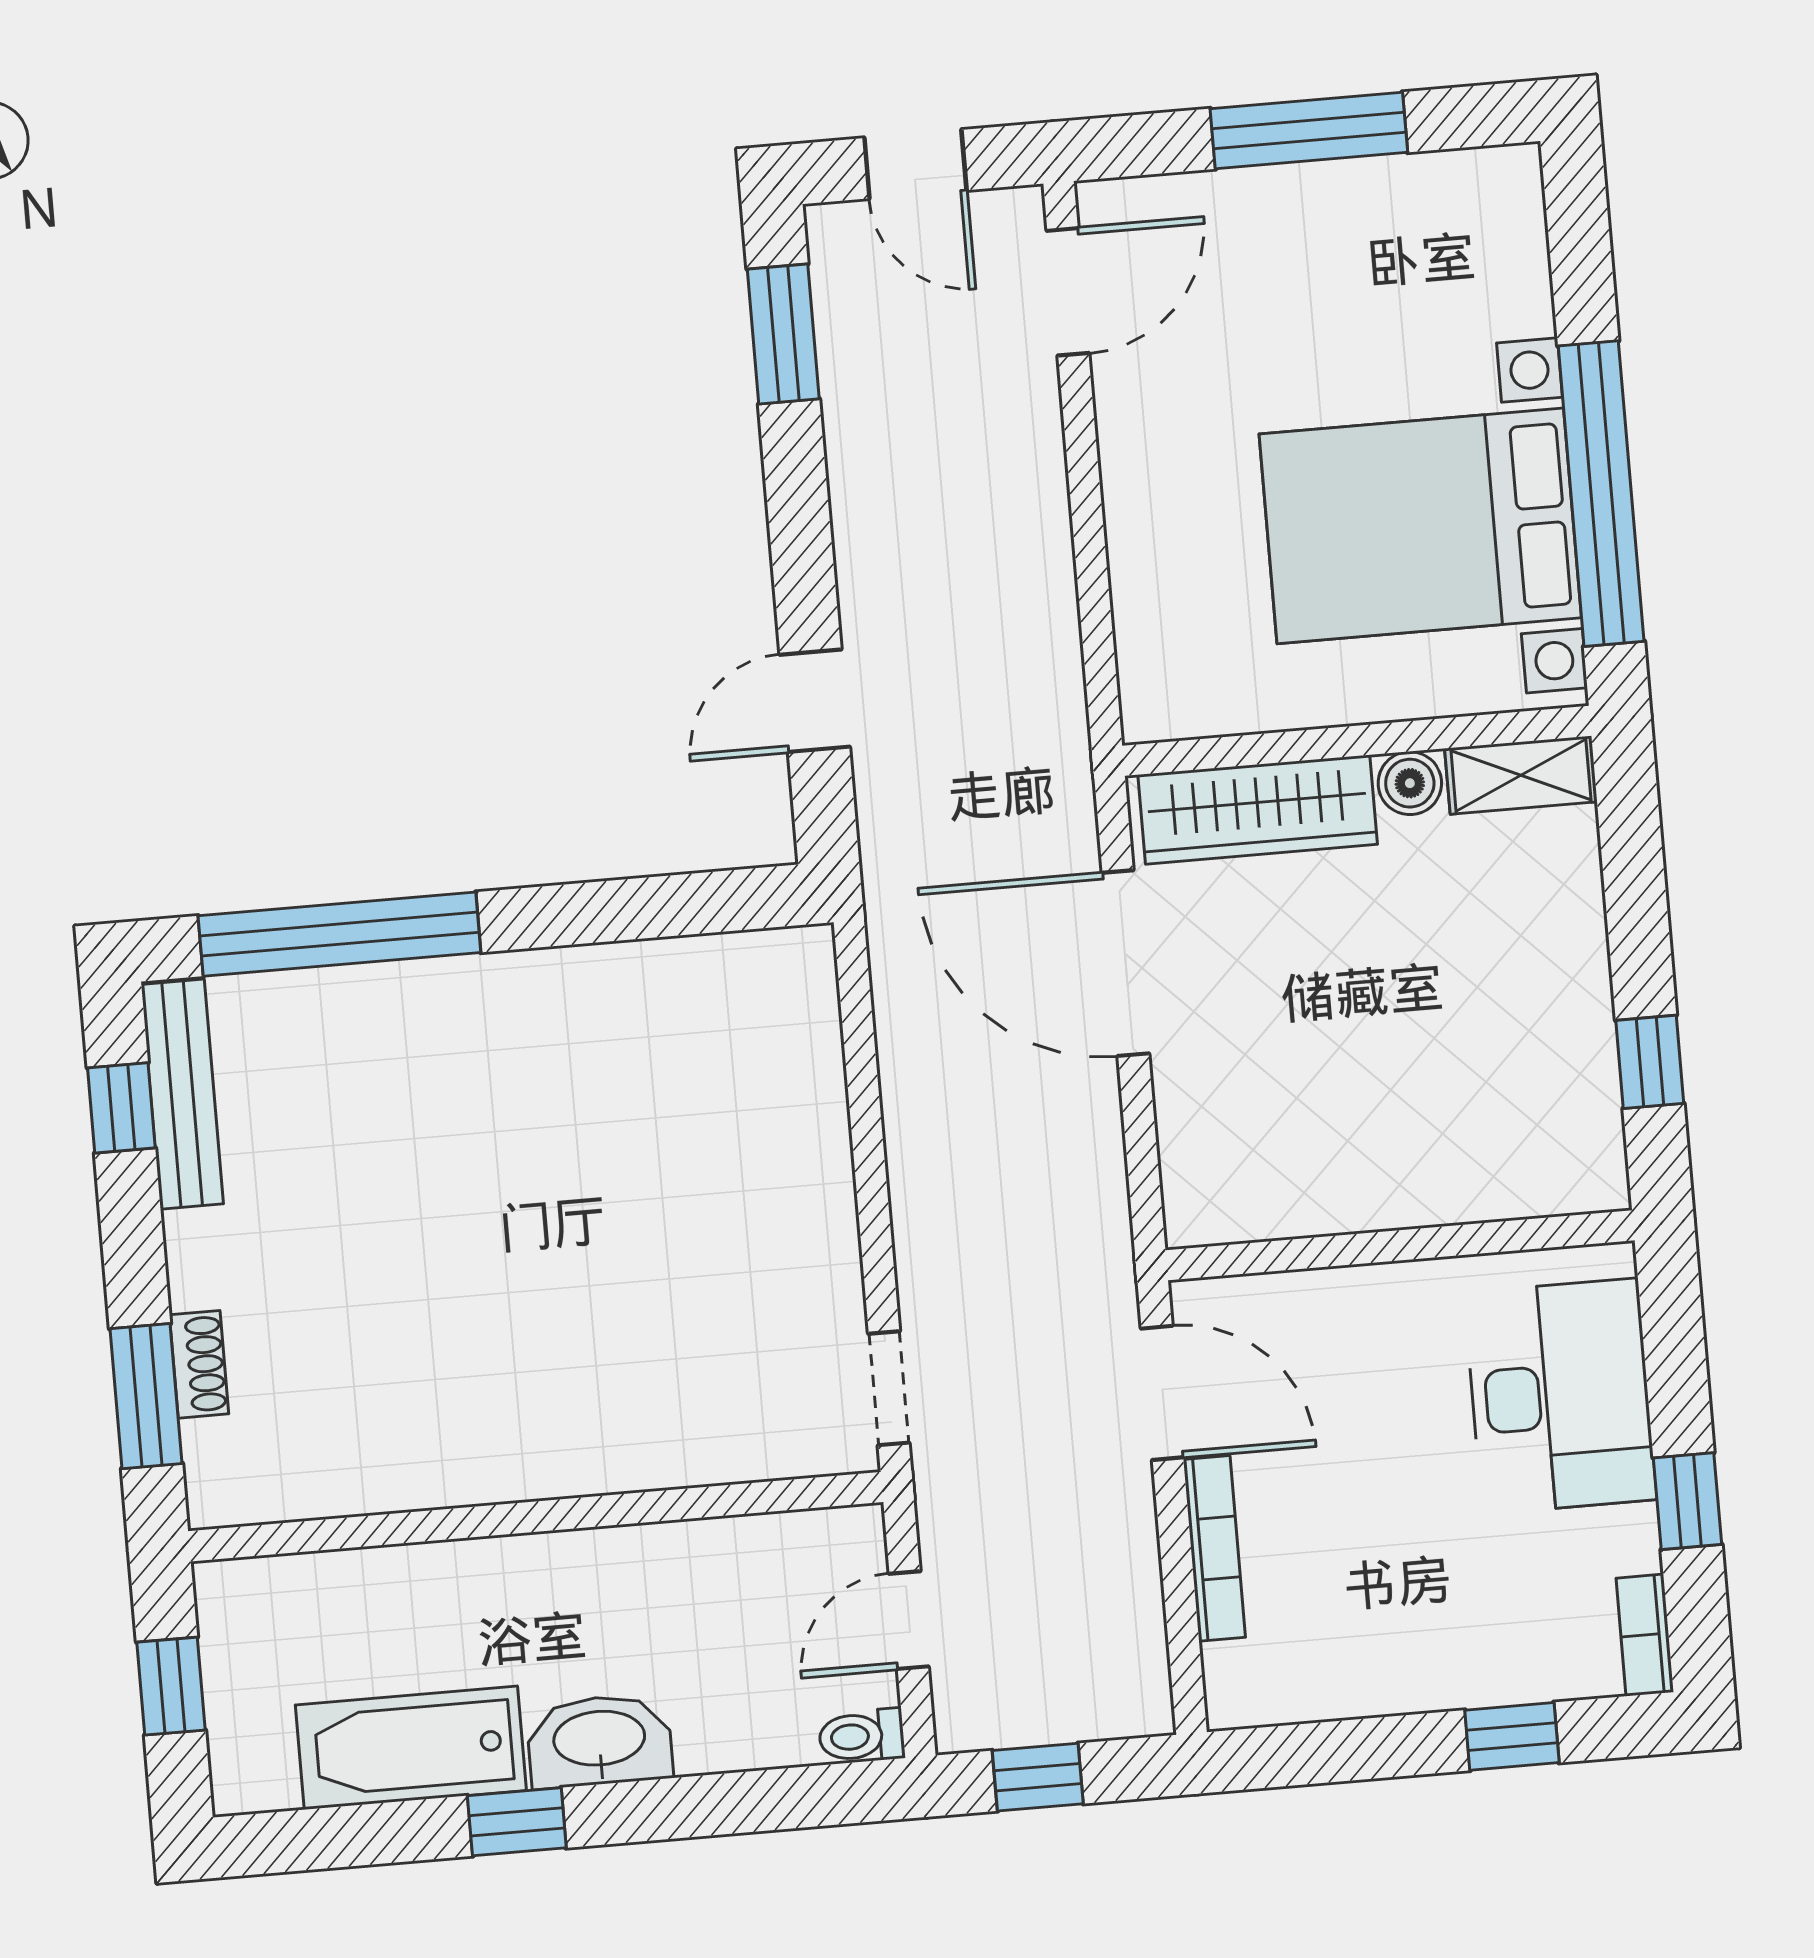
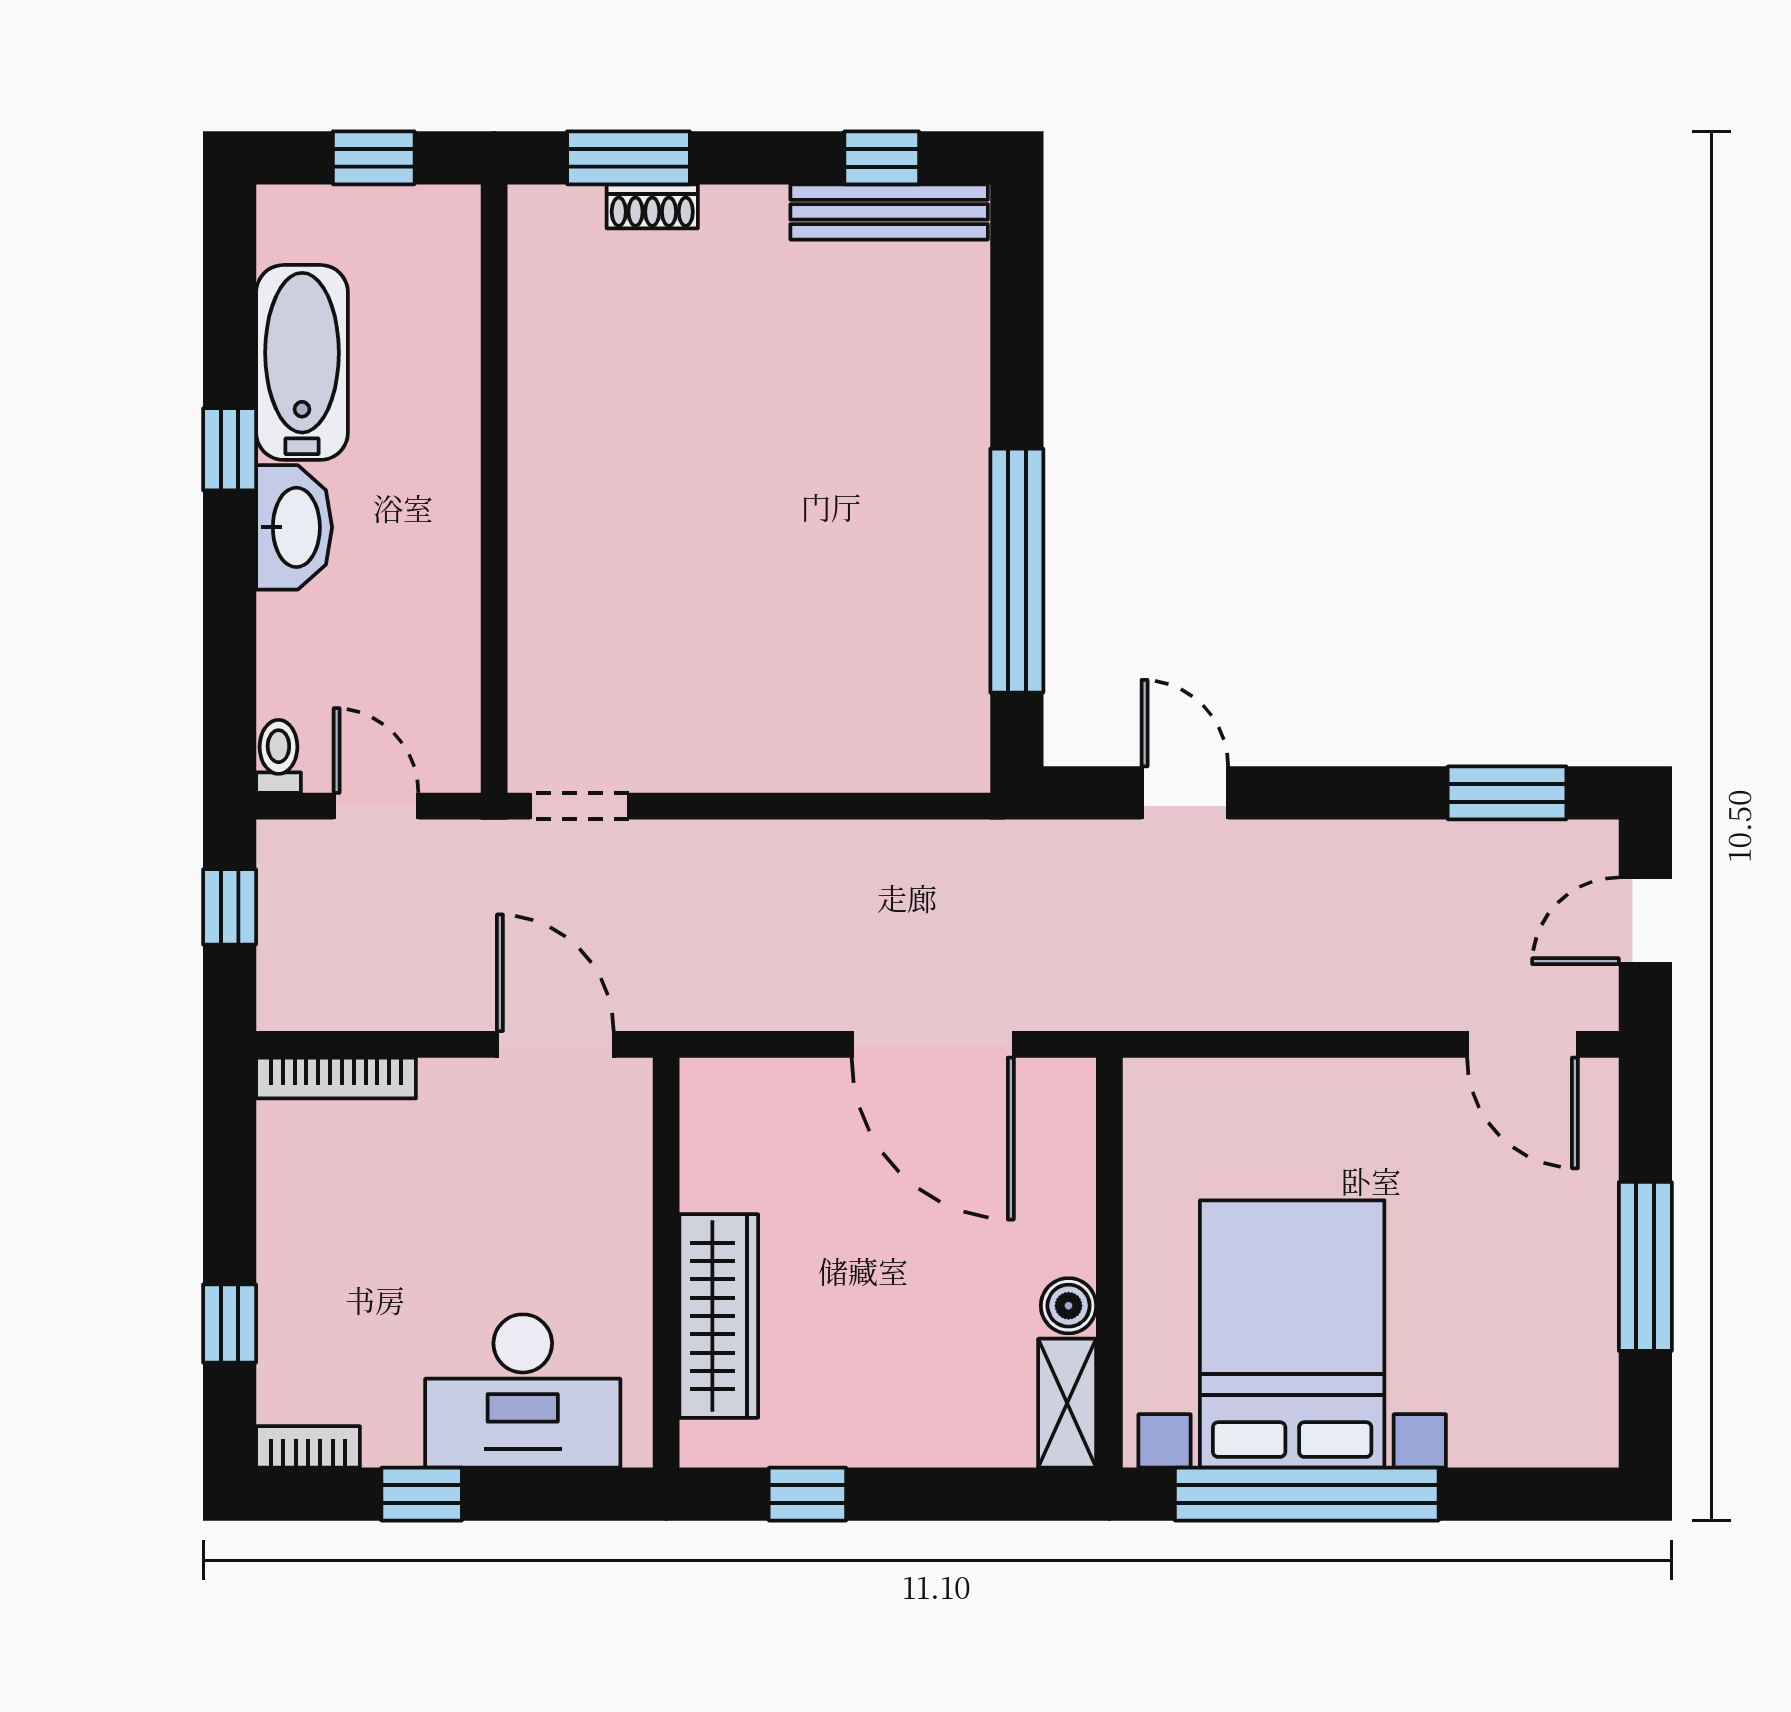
wardrobe: (1258, 810) -> (719, 1316), moved, turned 180
window: (339, 934) -> (1017, 571), moved
door: (1126, 963) -> (933, 1044), swing flipped
door: (1162, 1393) -> (555, 1044), swing flipped
bookcase: (1214, 1548) -> (336, 1078), moved

